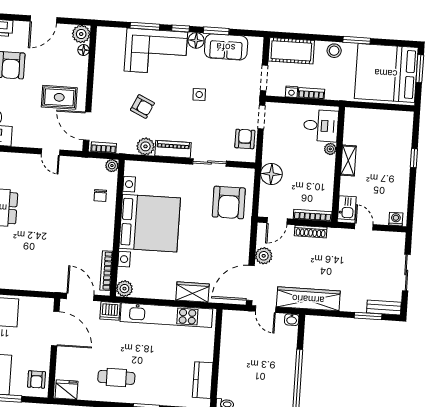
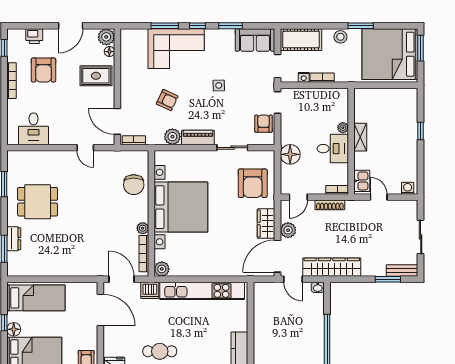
floor lamp: (196, 40) -> (213, 36), removed
sofa: (226, 47) -> (255, 40), moved
rug: (59, 97) -> (96, 76), moved
desk: (321, 126) -> (333, 149), moved
plant: (112, 166) -> (143, 228), moved
chair: (100, 196) -> (134, 185), width x1.87, depth x1.87
bookcase: (313, 215) -> (337, 190), width x0.64
wardrobe: (193, 292) -> (266, 224), moved, turned -90

